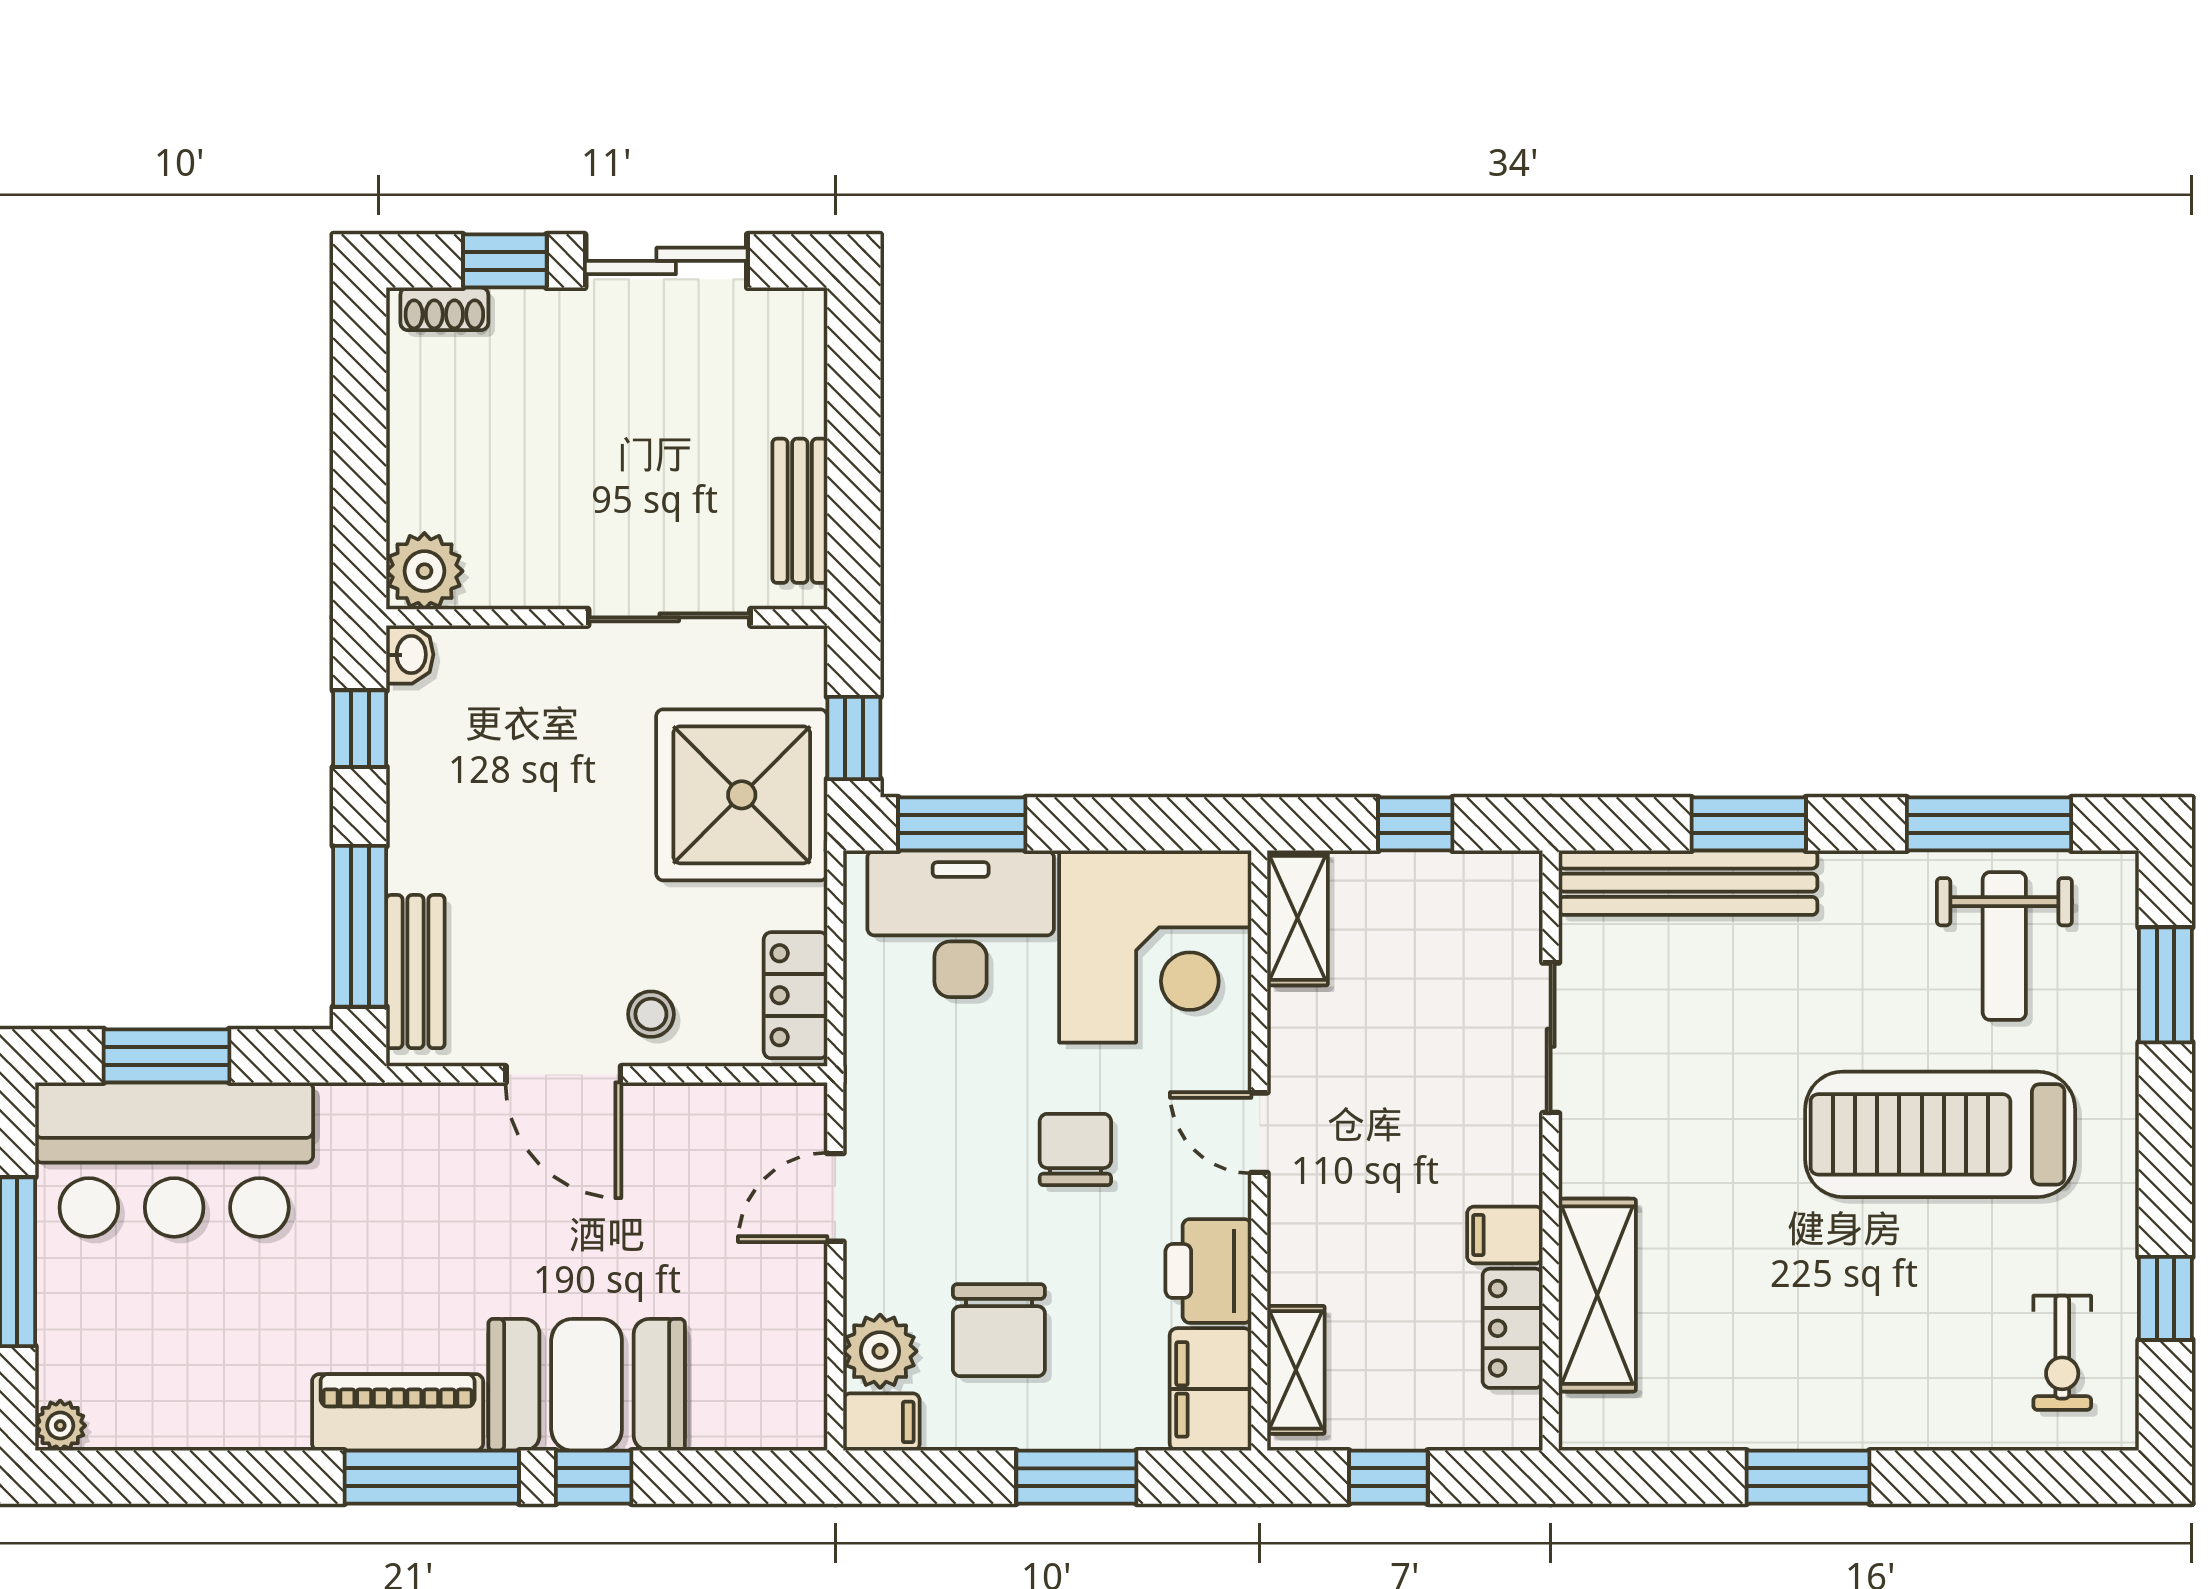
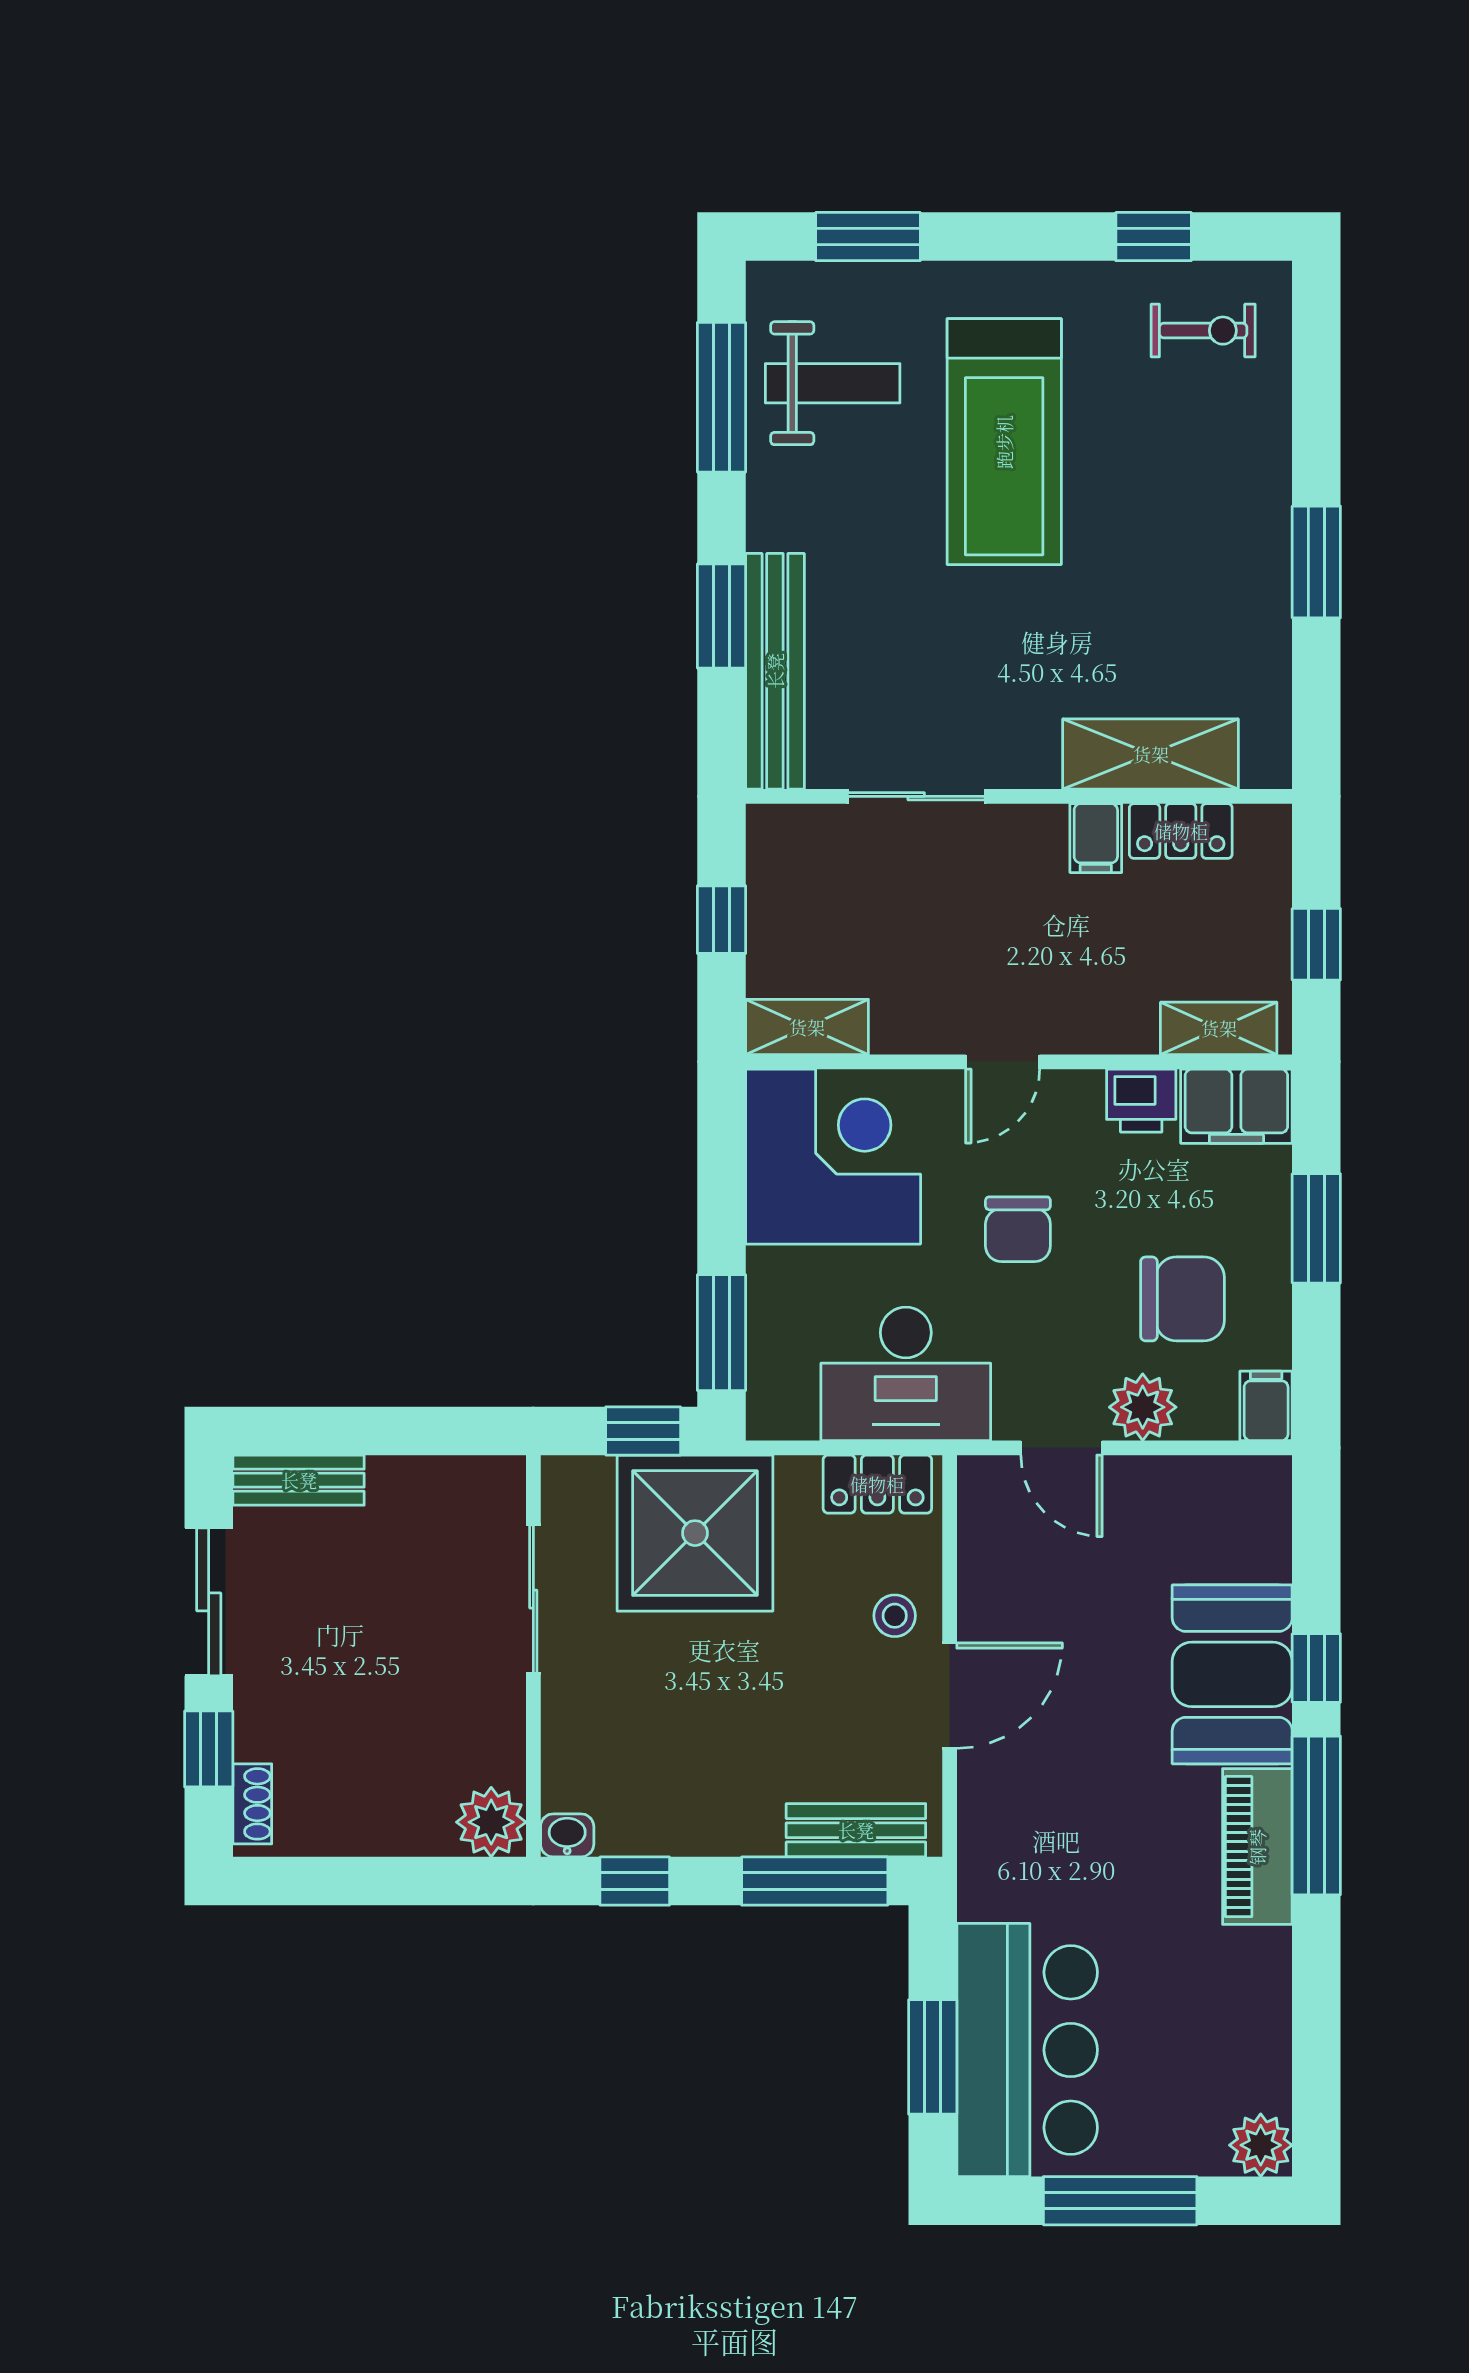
bench: (800, 511) -> (299, 1480), moved
desk: (961, 924) -> (906, 1374), moved, turned -90
chair: (1075, 1150) -> (1018, 1229), turned -90
printer: (1208, 1271) -> (1141, 1101), width x0.73, depth x0.81
plant: (880, 1351) -> (1143, 1407), moved
plant: (60, 1426) -> (1261, 2145), width x1.38, depth x1.38

